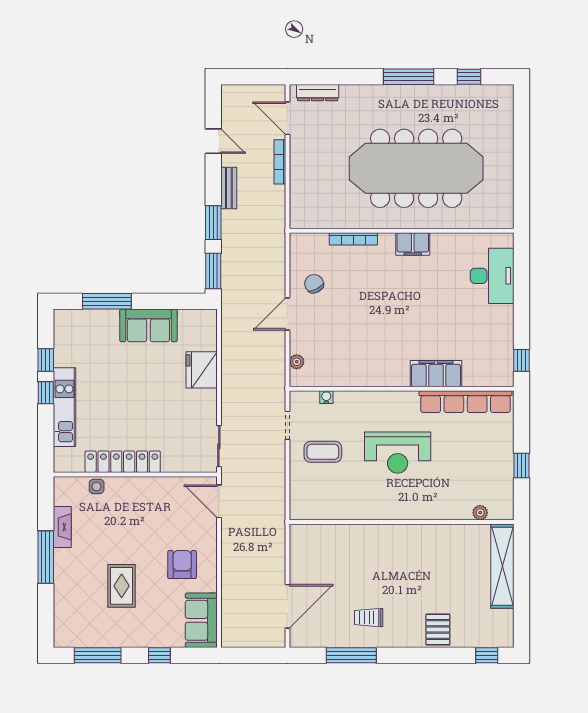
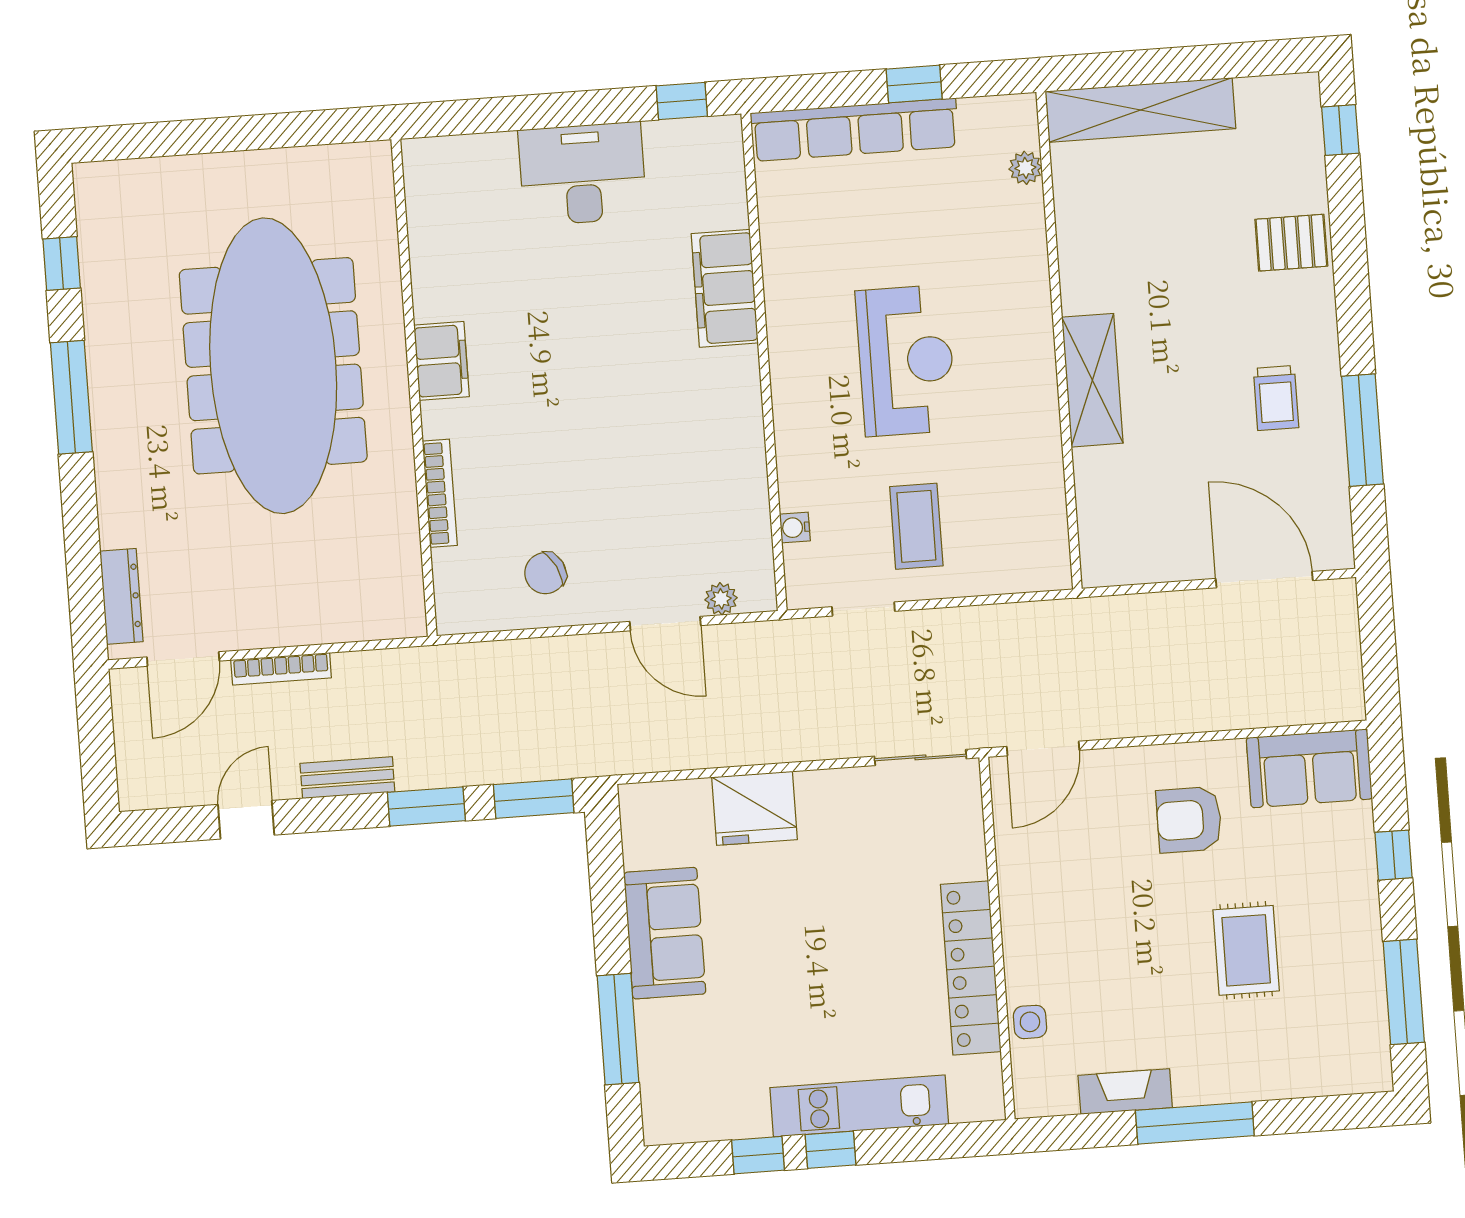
desk: (492, 276) -> (582, 174), moved
door: (287, 314) -> (665, 624), moved
row of seats: (466, 402) -> (855, 130), moved, turned 90
shelving: (383, 536) -> (1092, 380), added
rug: (122, 586) -> (1246, 950), turned 90

